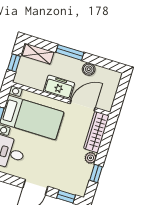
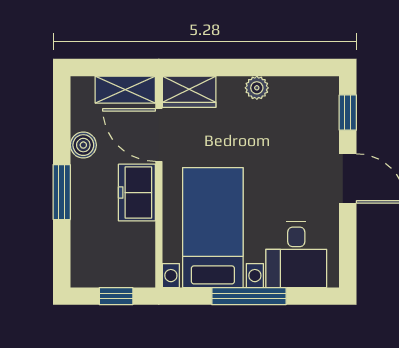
shelving: (38, 54) -> (125, 90), moved, turned 90
wardrobe: (96, 132) -> (189, 92), width x0.67
window: (96, 174) -> (284, 67), removed

